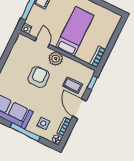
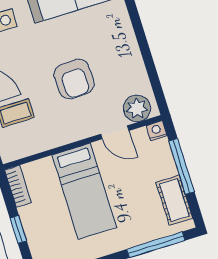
window: (113, 41) -> (18, 229), added
plant: (56, 59) -> (137, 108), moved

